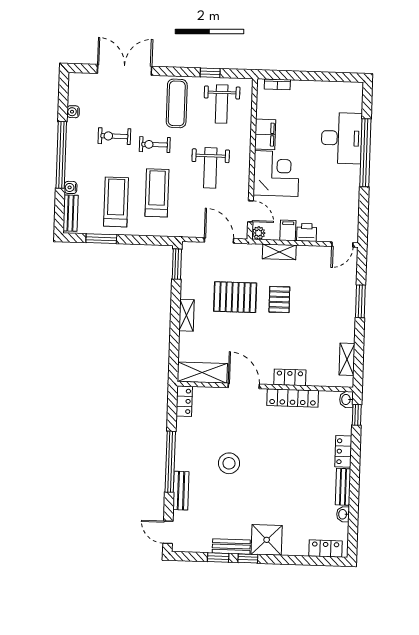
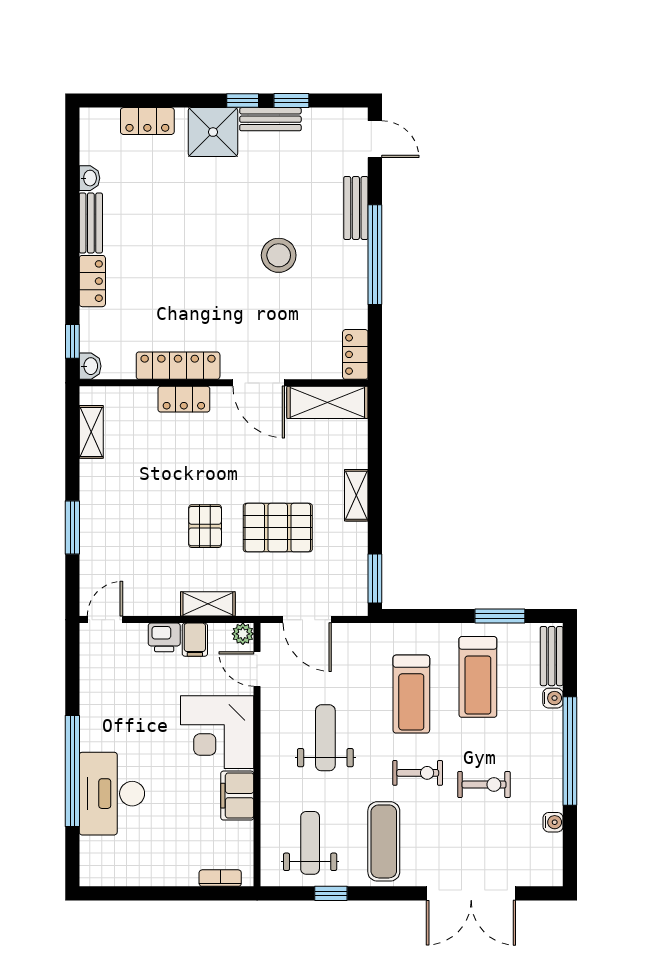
locker: (325, 549) -> (147, 121), moved

